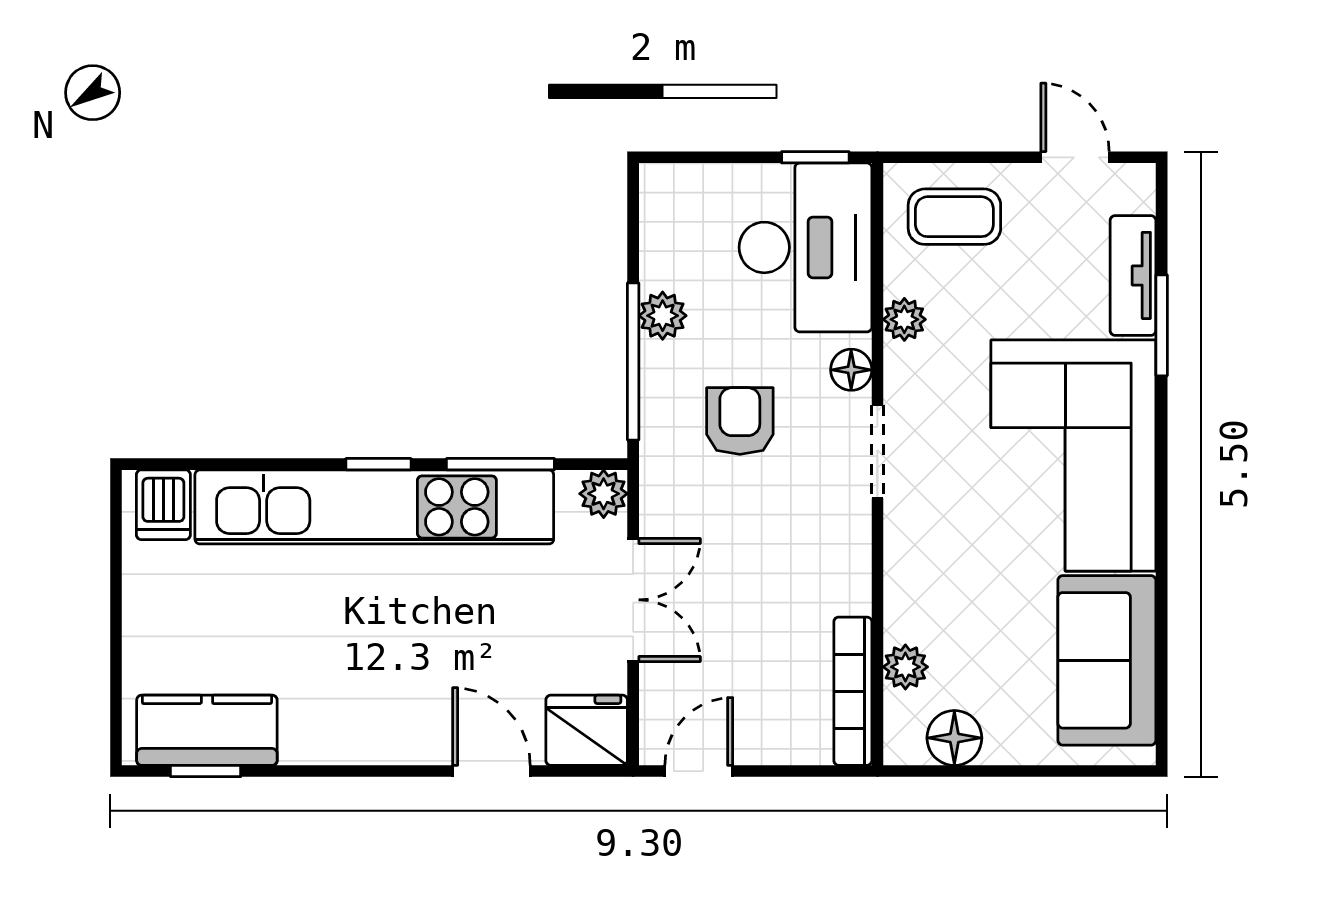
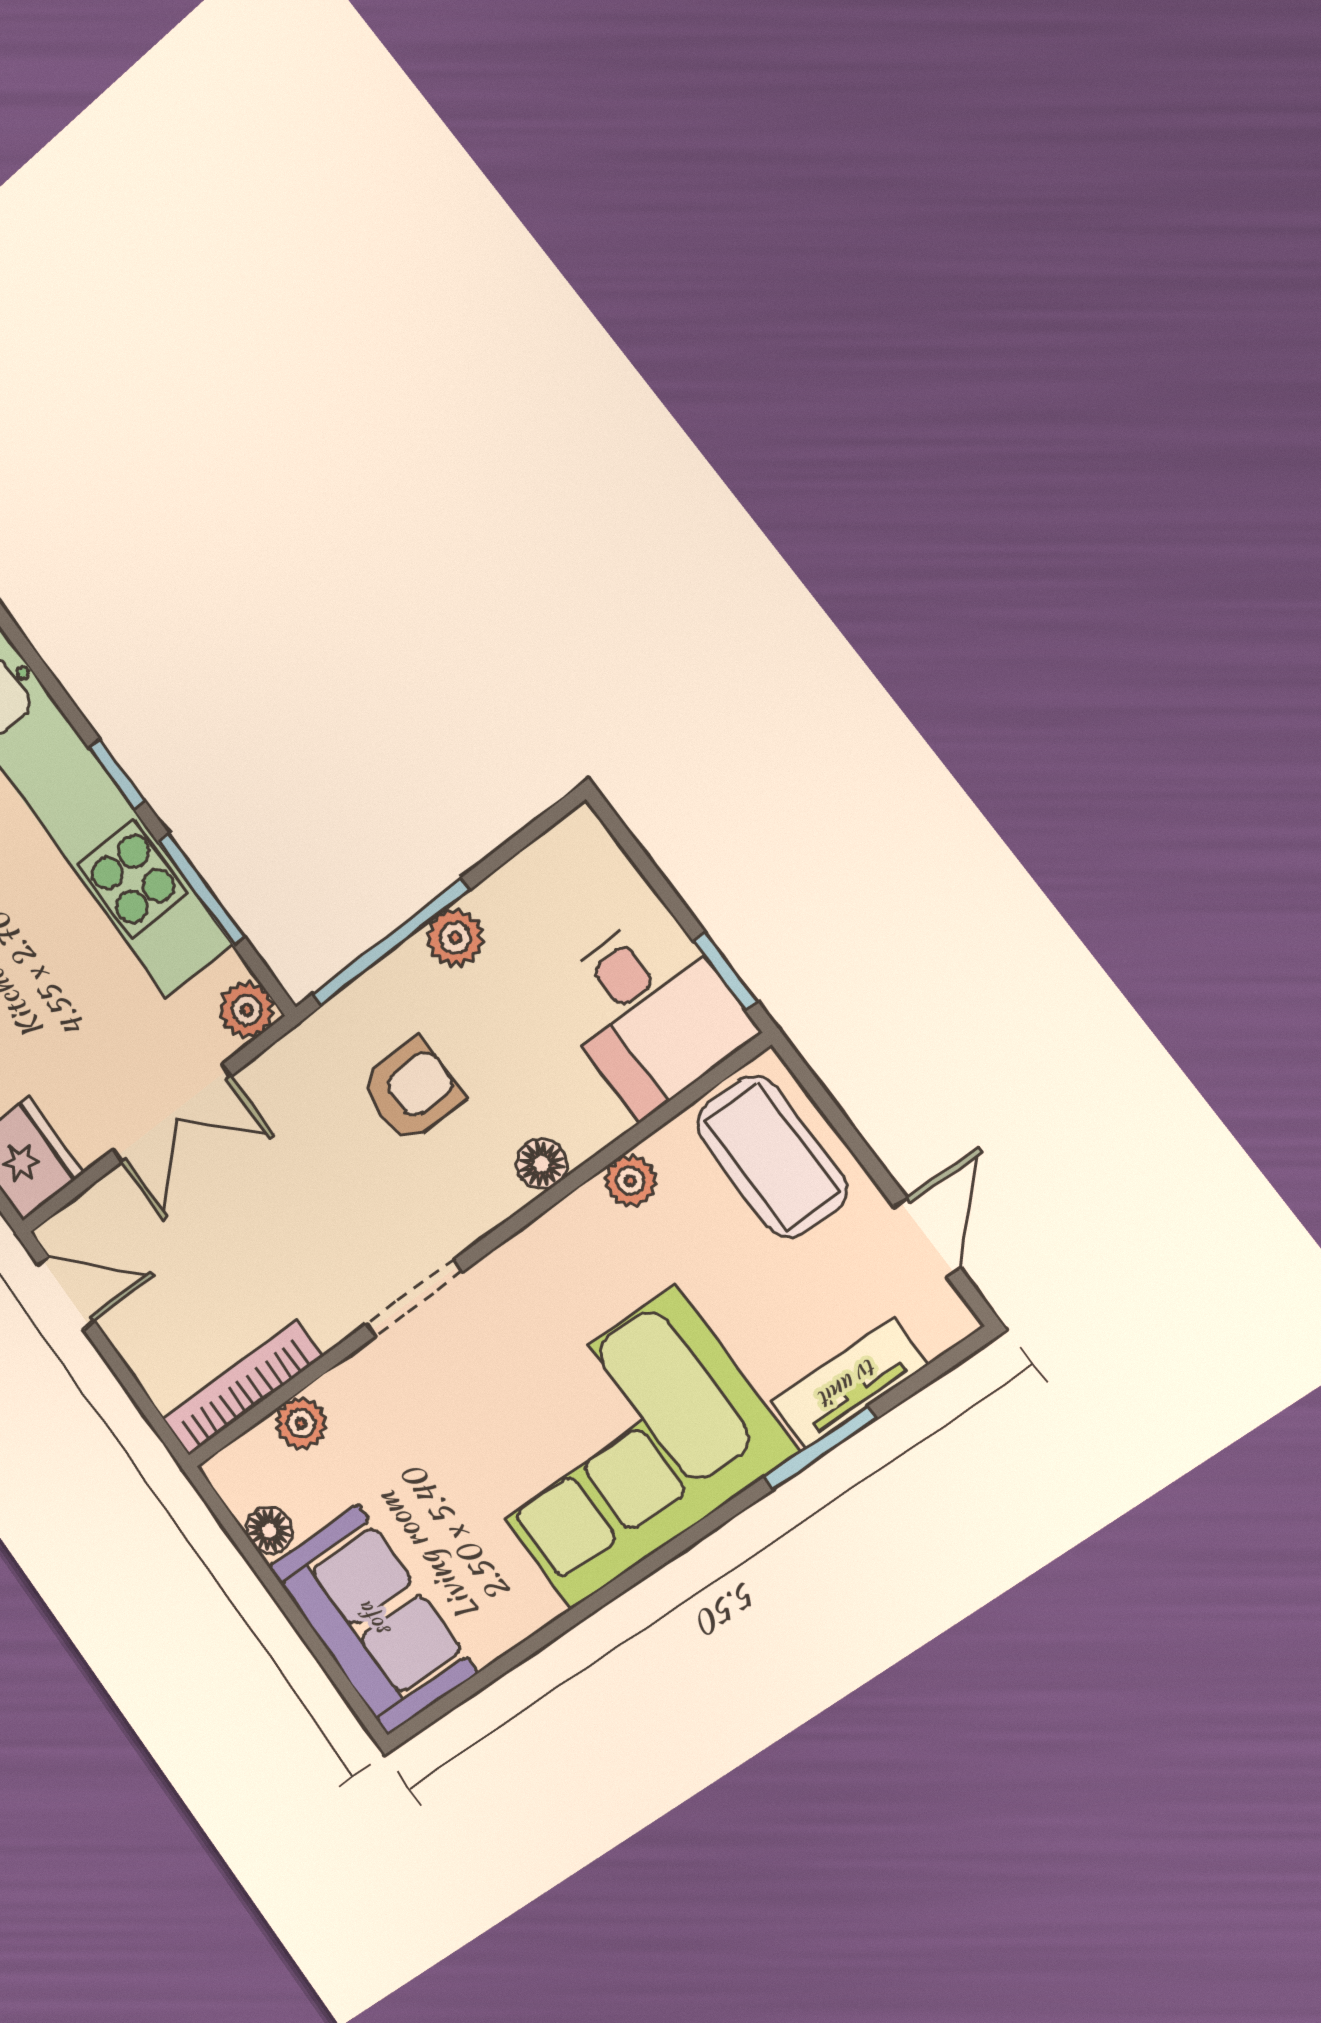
coffee table: (954, 217) -> (772, 1157), width x1.36, depth x1.30
desk: (805, 247) -> (650, 1012), width x0.73
doorway: (877, 451) -> (414, 1298), moved
sofa: (1107, 660) -> (373, 1620), moved, turned 90
floor lamp: (954, 738) -> (269, 1530), width x0.73, depth x0.73

